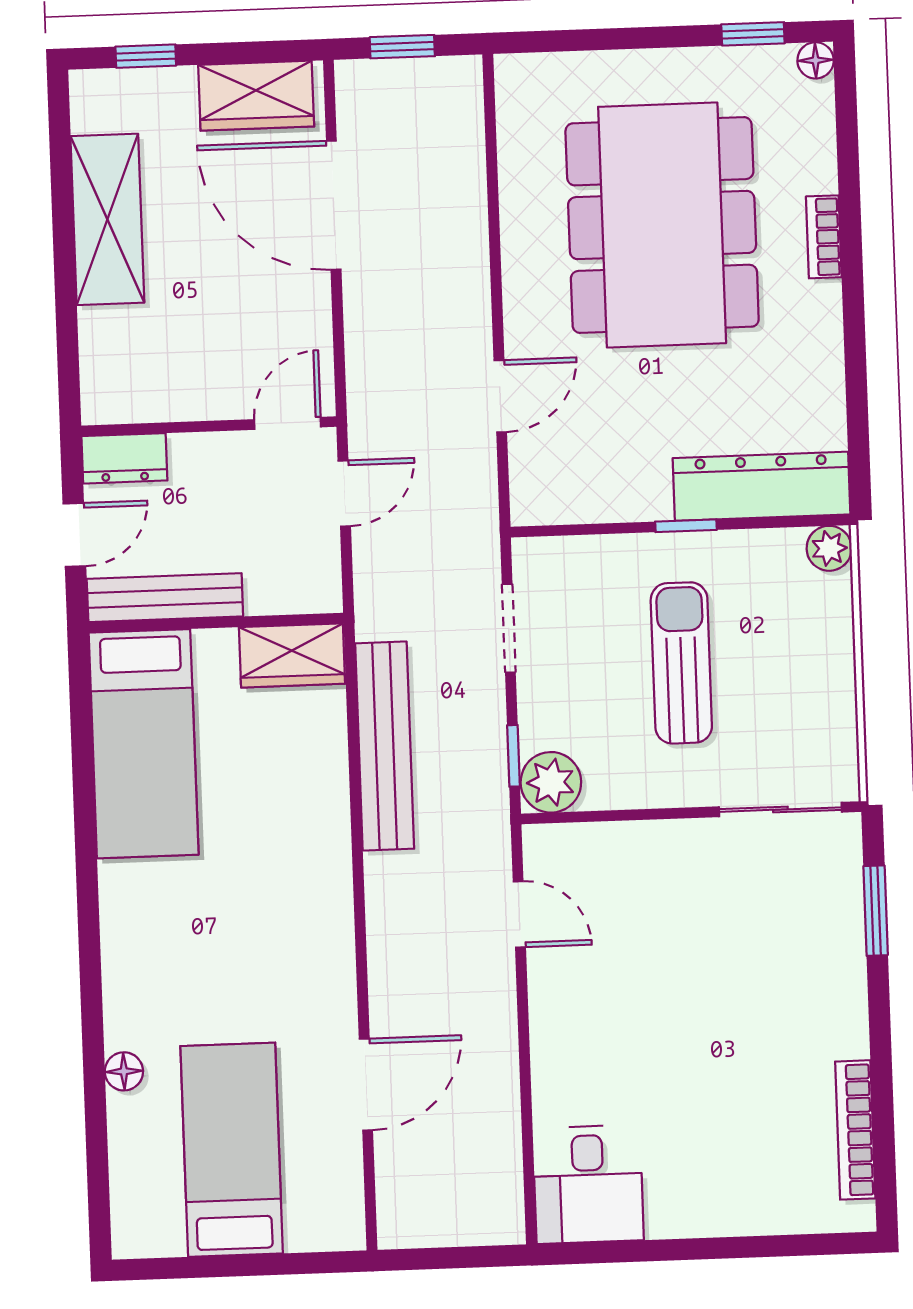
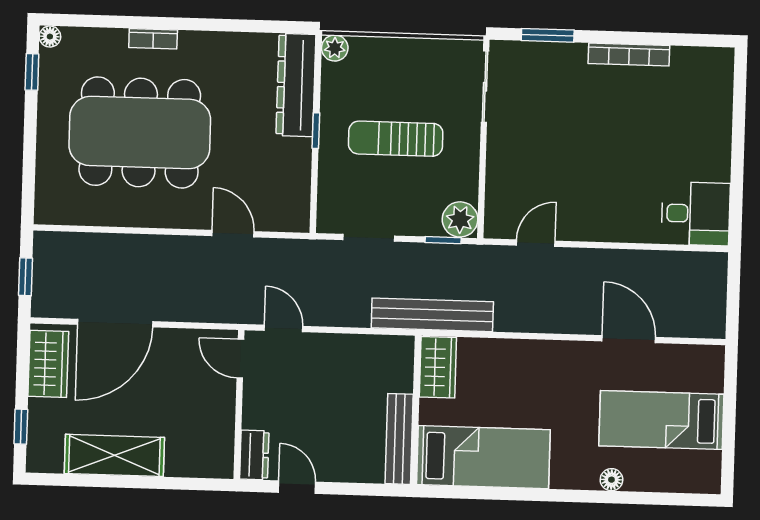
bench: (165, 598) -> (399, 439), moved
wall: (216, 623) -> (416, 410), moved
wardrobe: (292, 655) -> (438, 367), moved
bed: (144, 744) -> (483, 457), moved
bookcase: (855, 1130) -> (629, 54), moved

